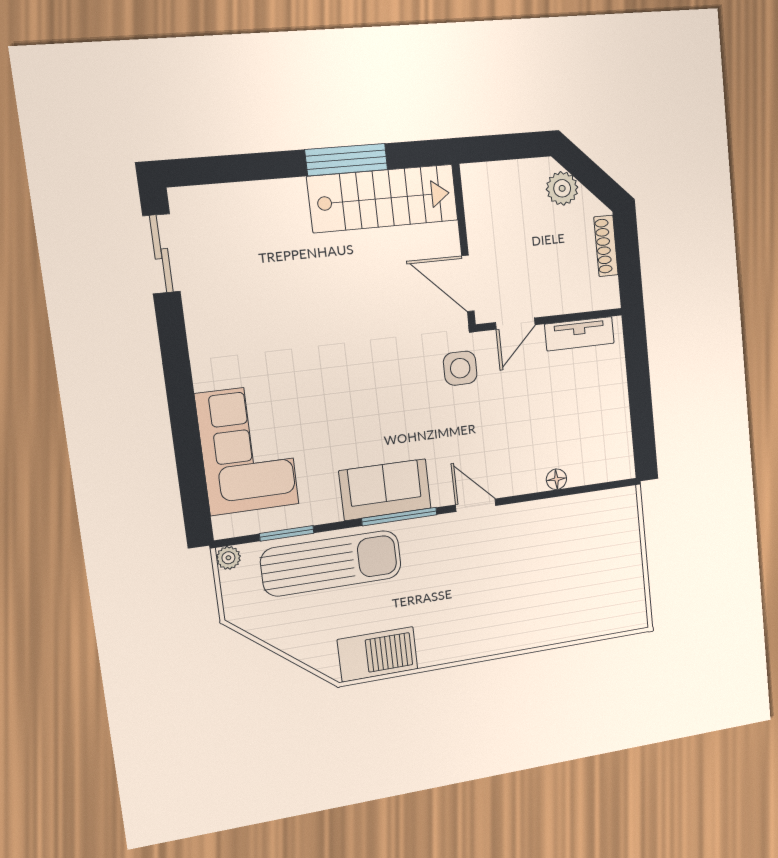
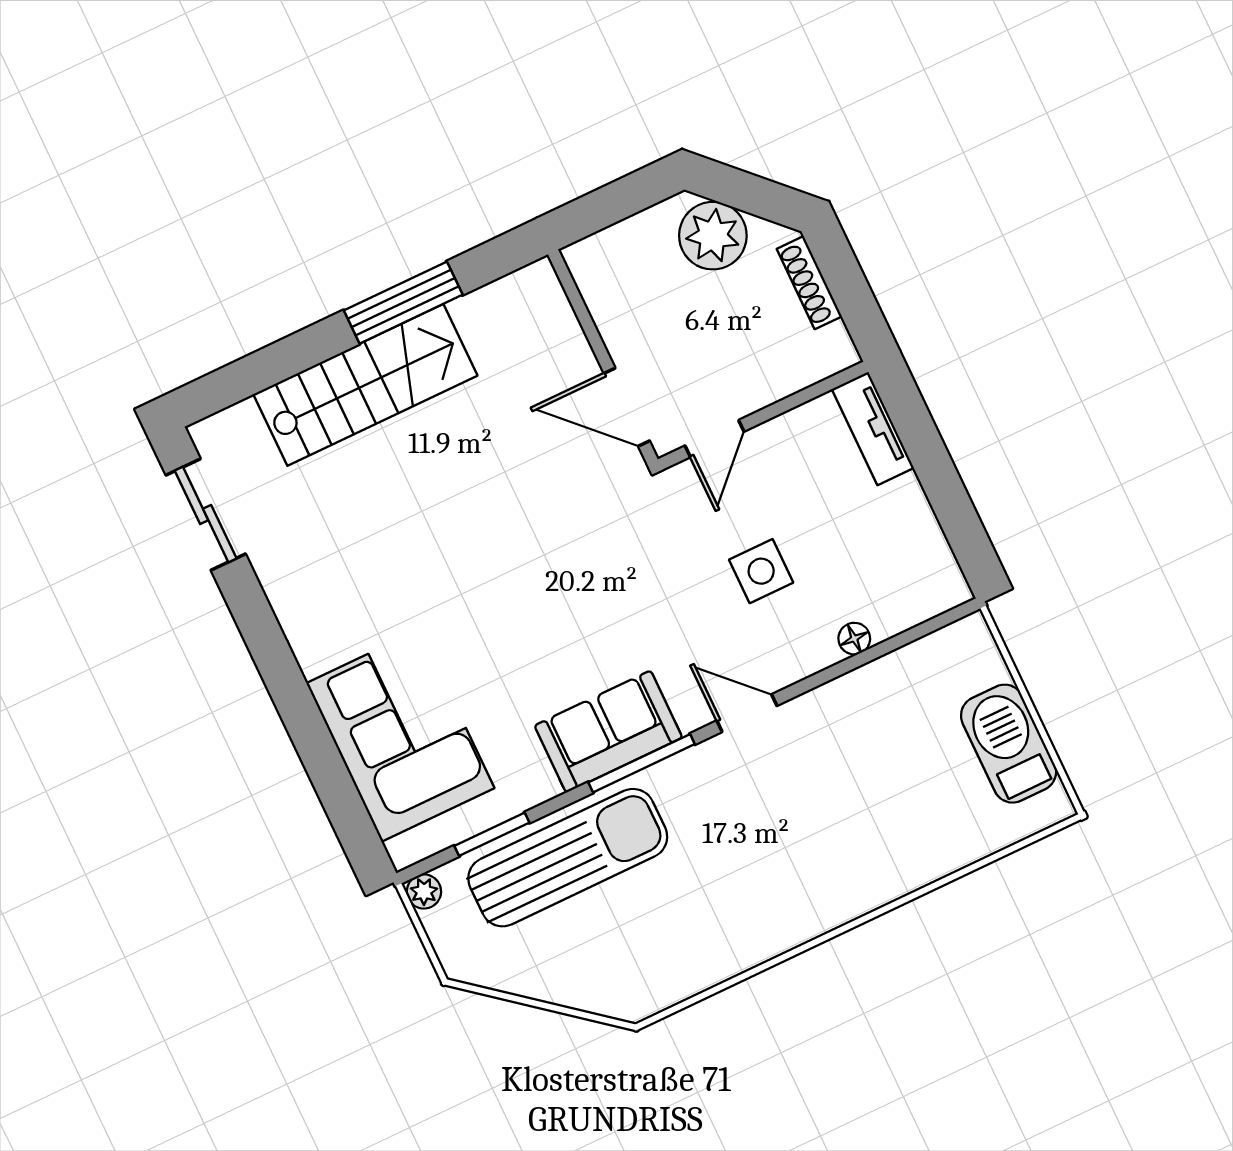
plant: (562, 188) -> (713, 236), width x1.36, depth x1.36
stairs: (383, 198) -> (365, 385), moved
tv unit: (579, 334) -> (873, 428), moved, turned 90
side table: (460, 368) -> (761, 571), moved
barbecue: (378, 654) -> (1009, 744), moved, turned -90

